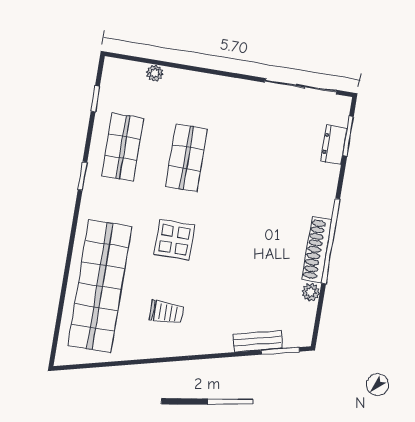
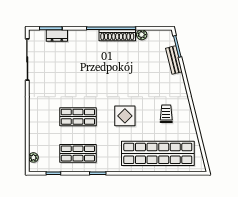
plant: (155, 73) -> (33, 157), moved

